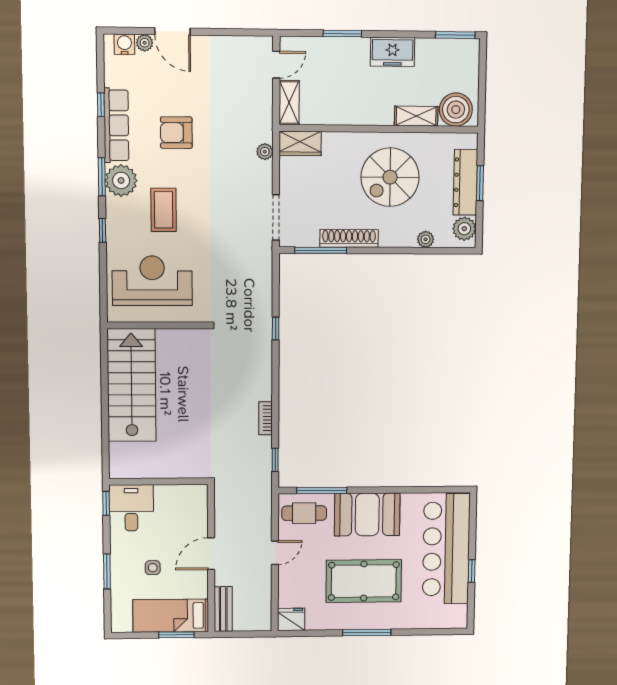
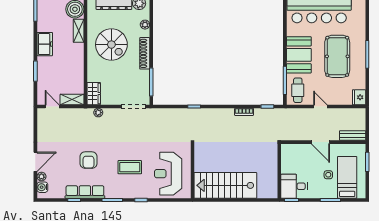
plant: (121, 180) -> (114, 190), removed
shoe rack: (349, 238) -> (145, 53), moved
bed: (171, 616) -> (347, 177), moved, turned 180

